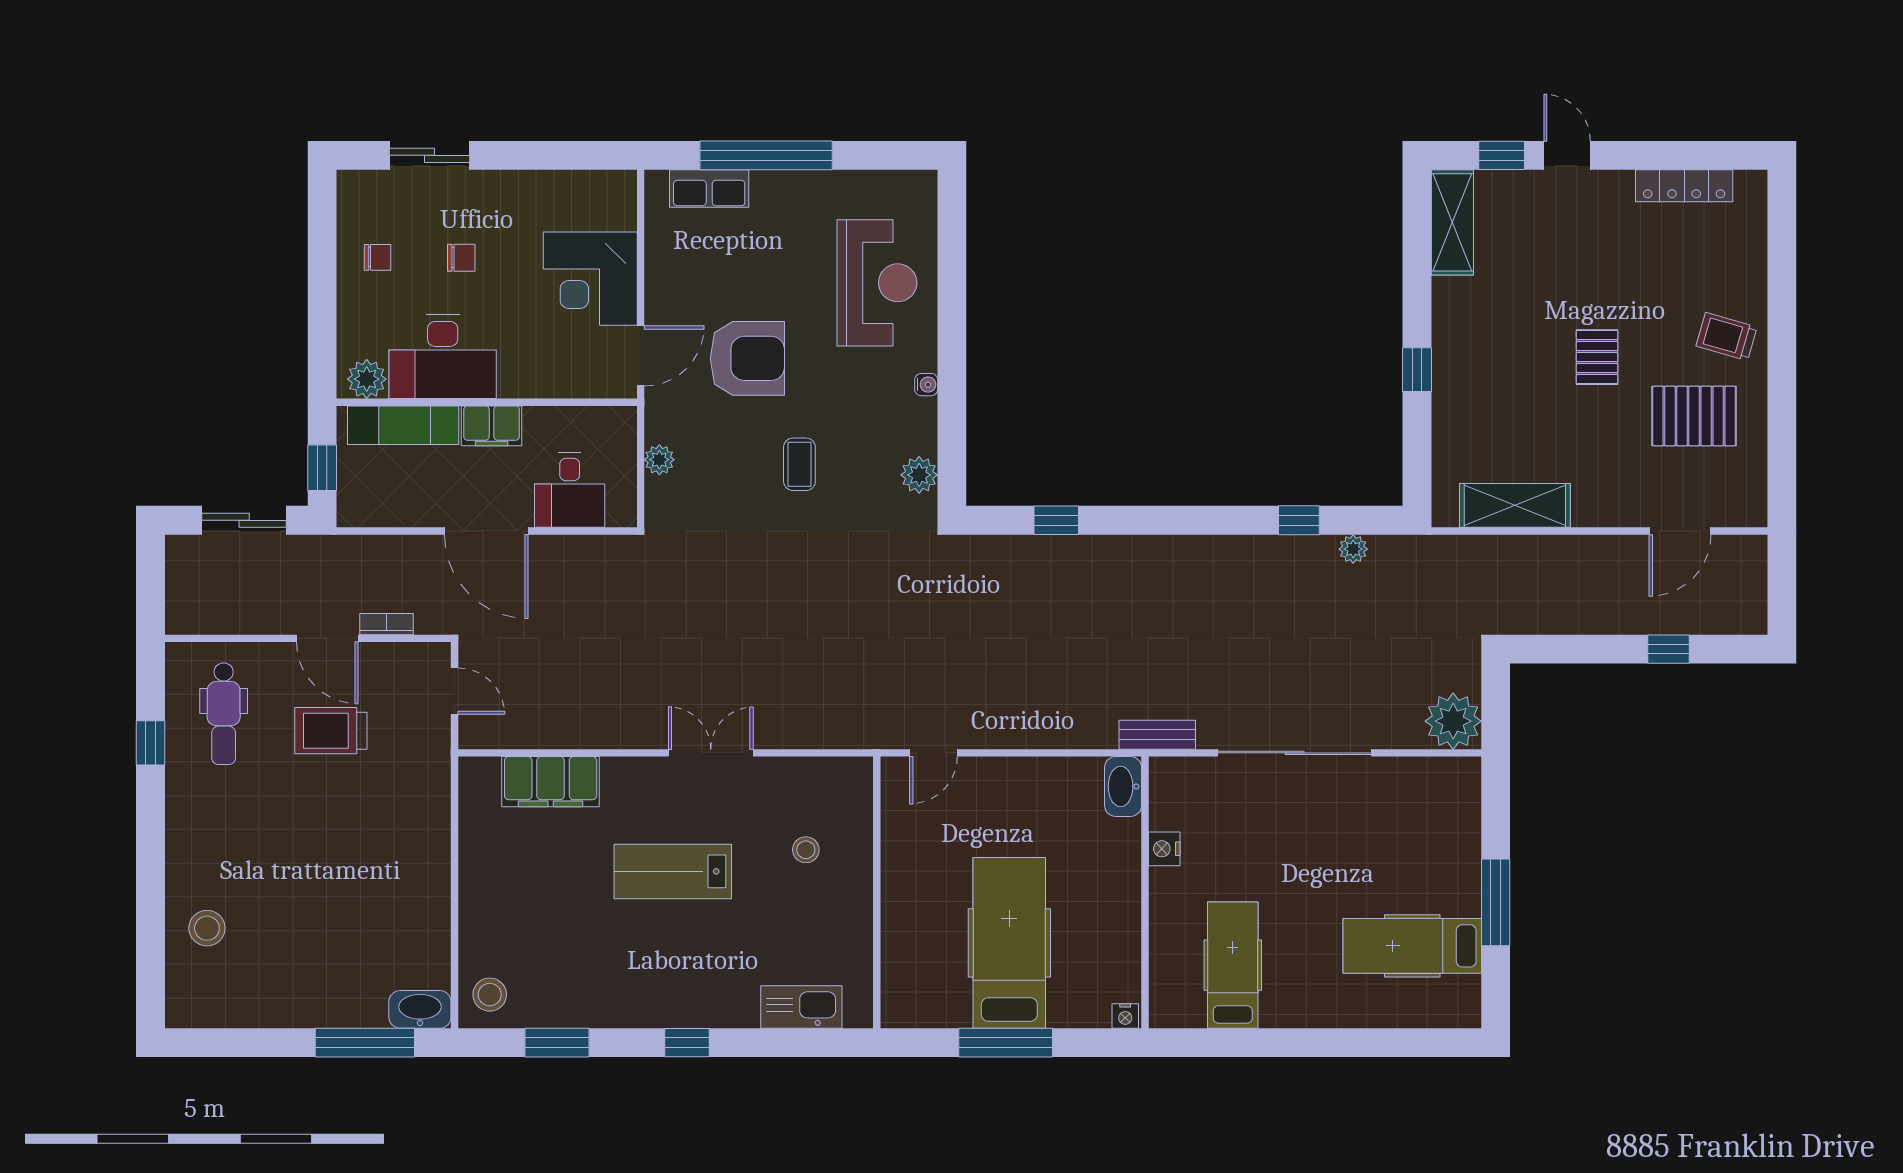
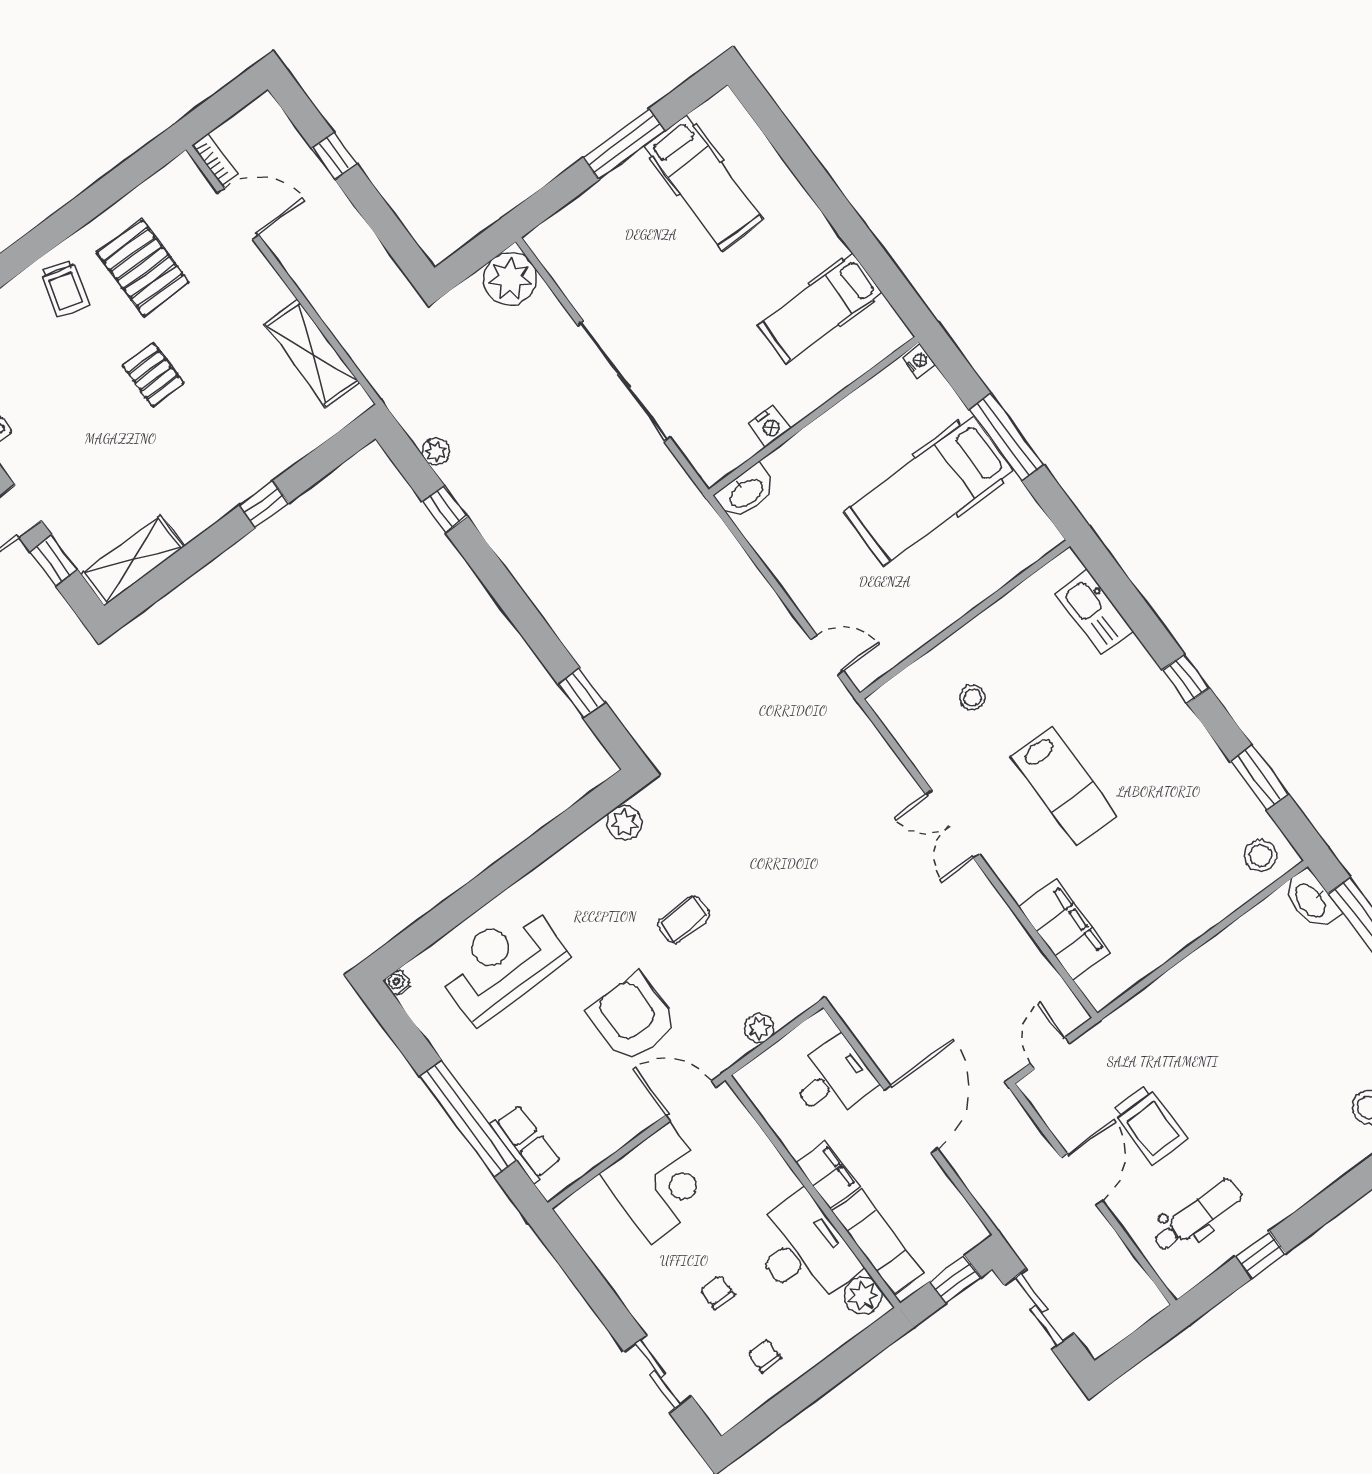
pallet: (1597, 357) -> (153, 375), turned 90
water cooler: (926, 385) -> (397, 983), moved
bookcase: (386, 624) -> (215, 160), moved, turned 180
bench: (1157, 735) -> (687, 496), removed

